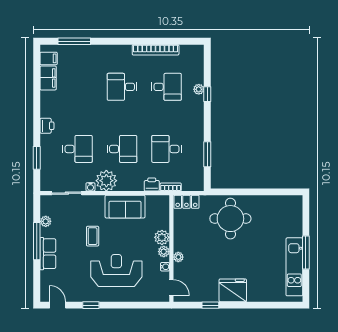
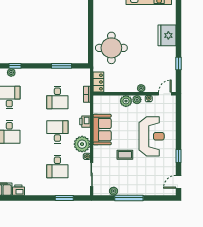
printer: (47, 126) -> (18, 190), moved
desk: (77, 149) -> (57, 166), turned 180
printer: (152, 184) -> (85, 122), moved
row of seats: (48, 254) -> (139, 189), removed
reception desk: (116, 270) -> (152, 136), turned 180
fridge: (233, 290) -> (167, 35), moved

